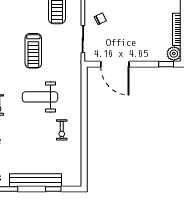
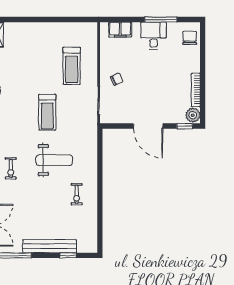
door: (115, 64) -> (148, 126), moved
weight bench: (40, 97) -> (54, 160), turned 180

